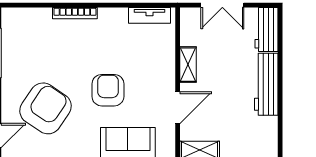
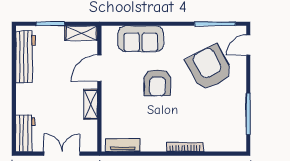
workbench: (266, 84) -> (26, 57), moved
armchair: (46, 108) -> (209, 68), turned 118

